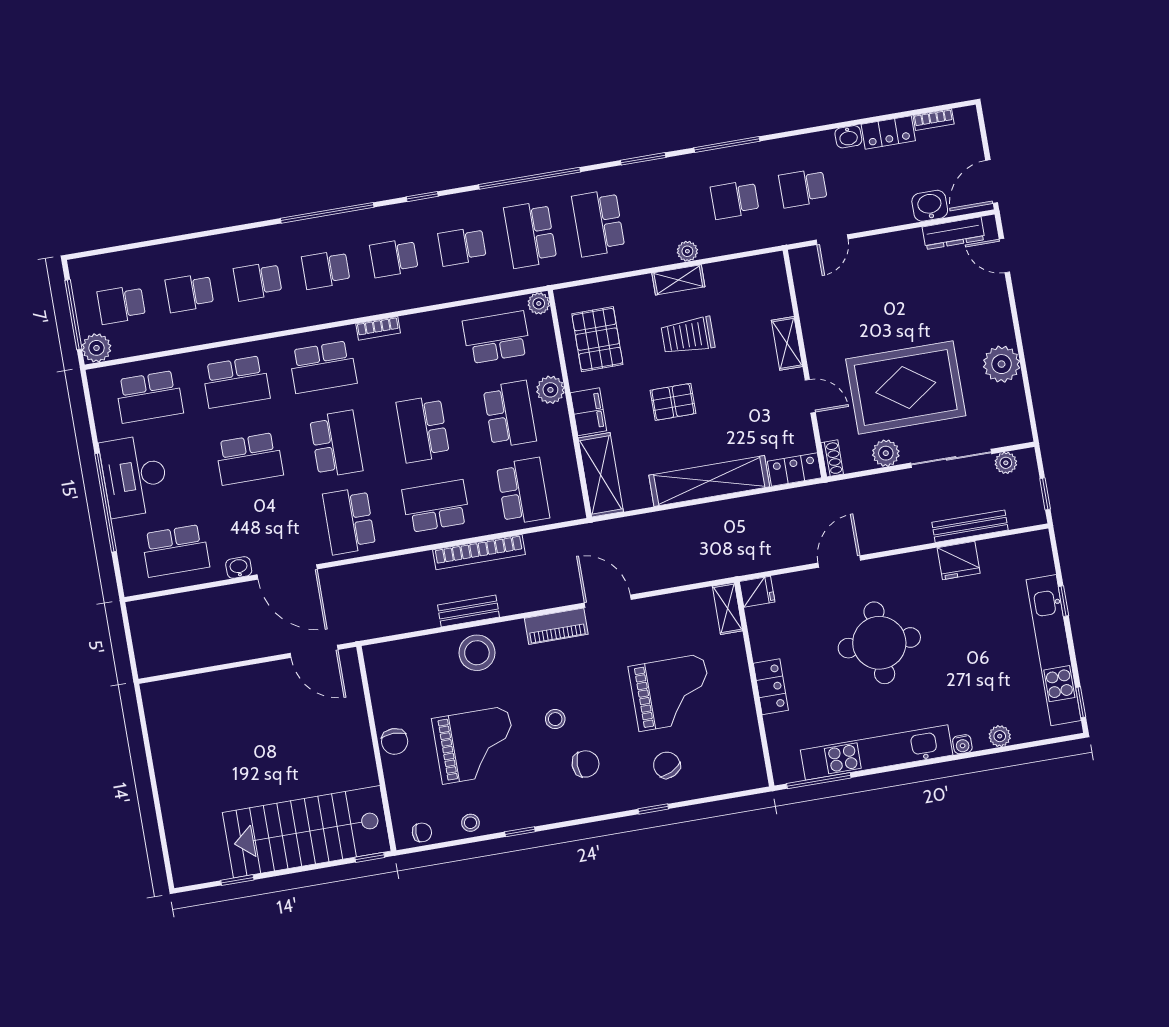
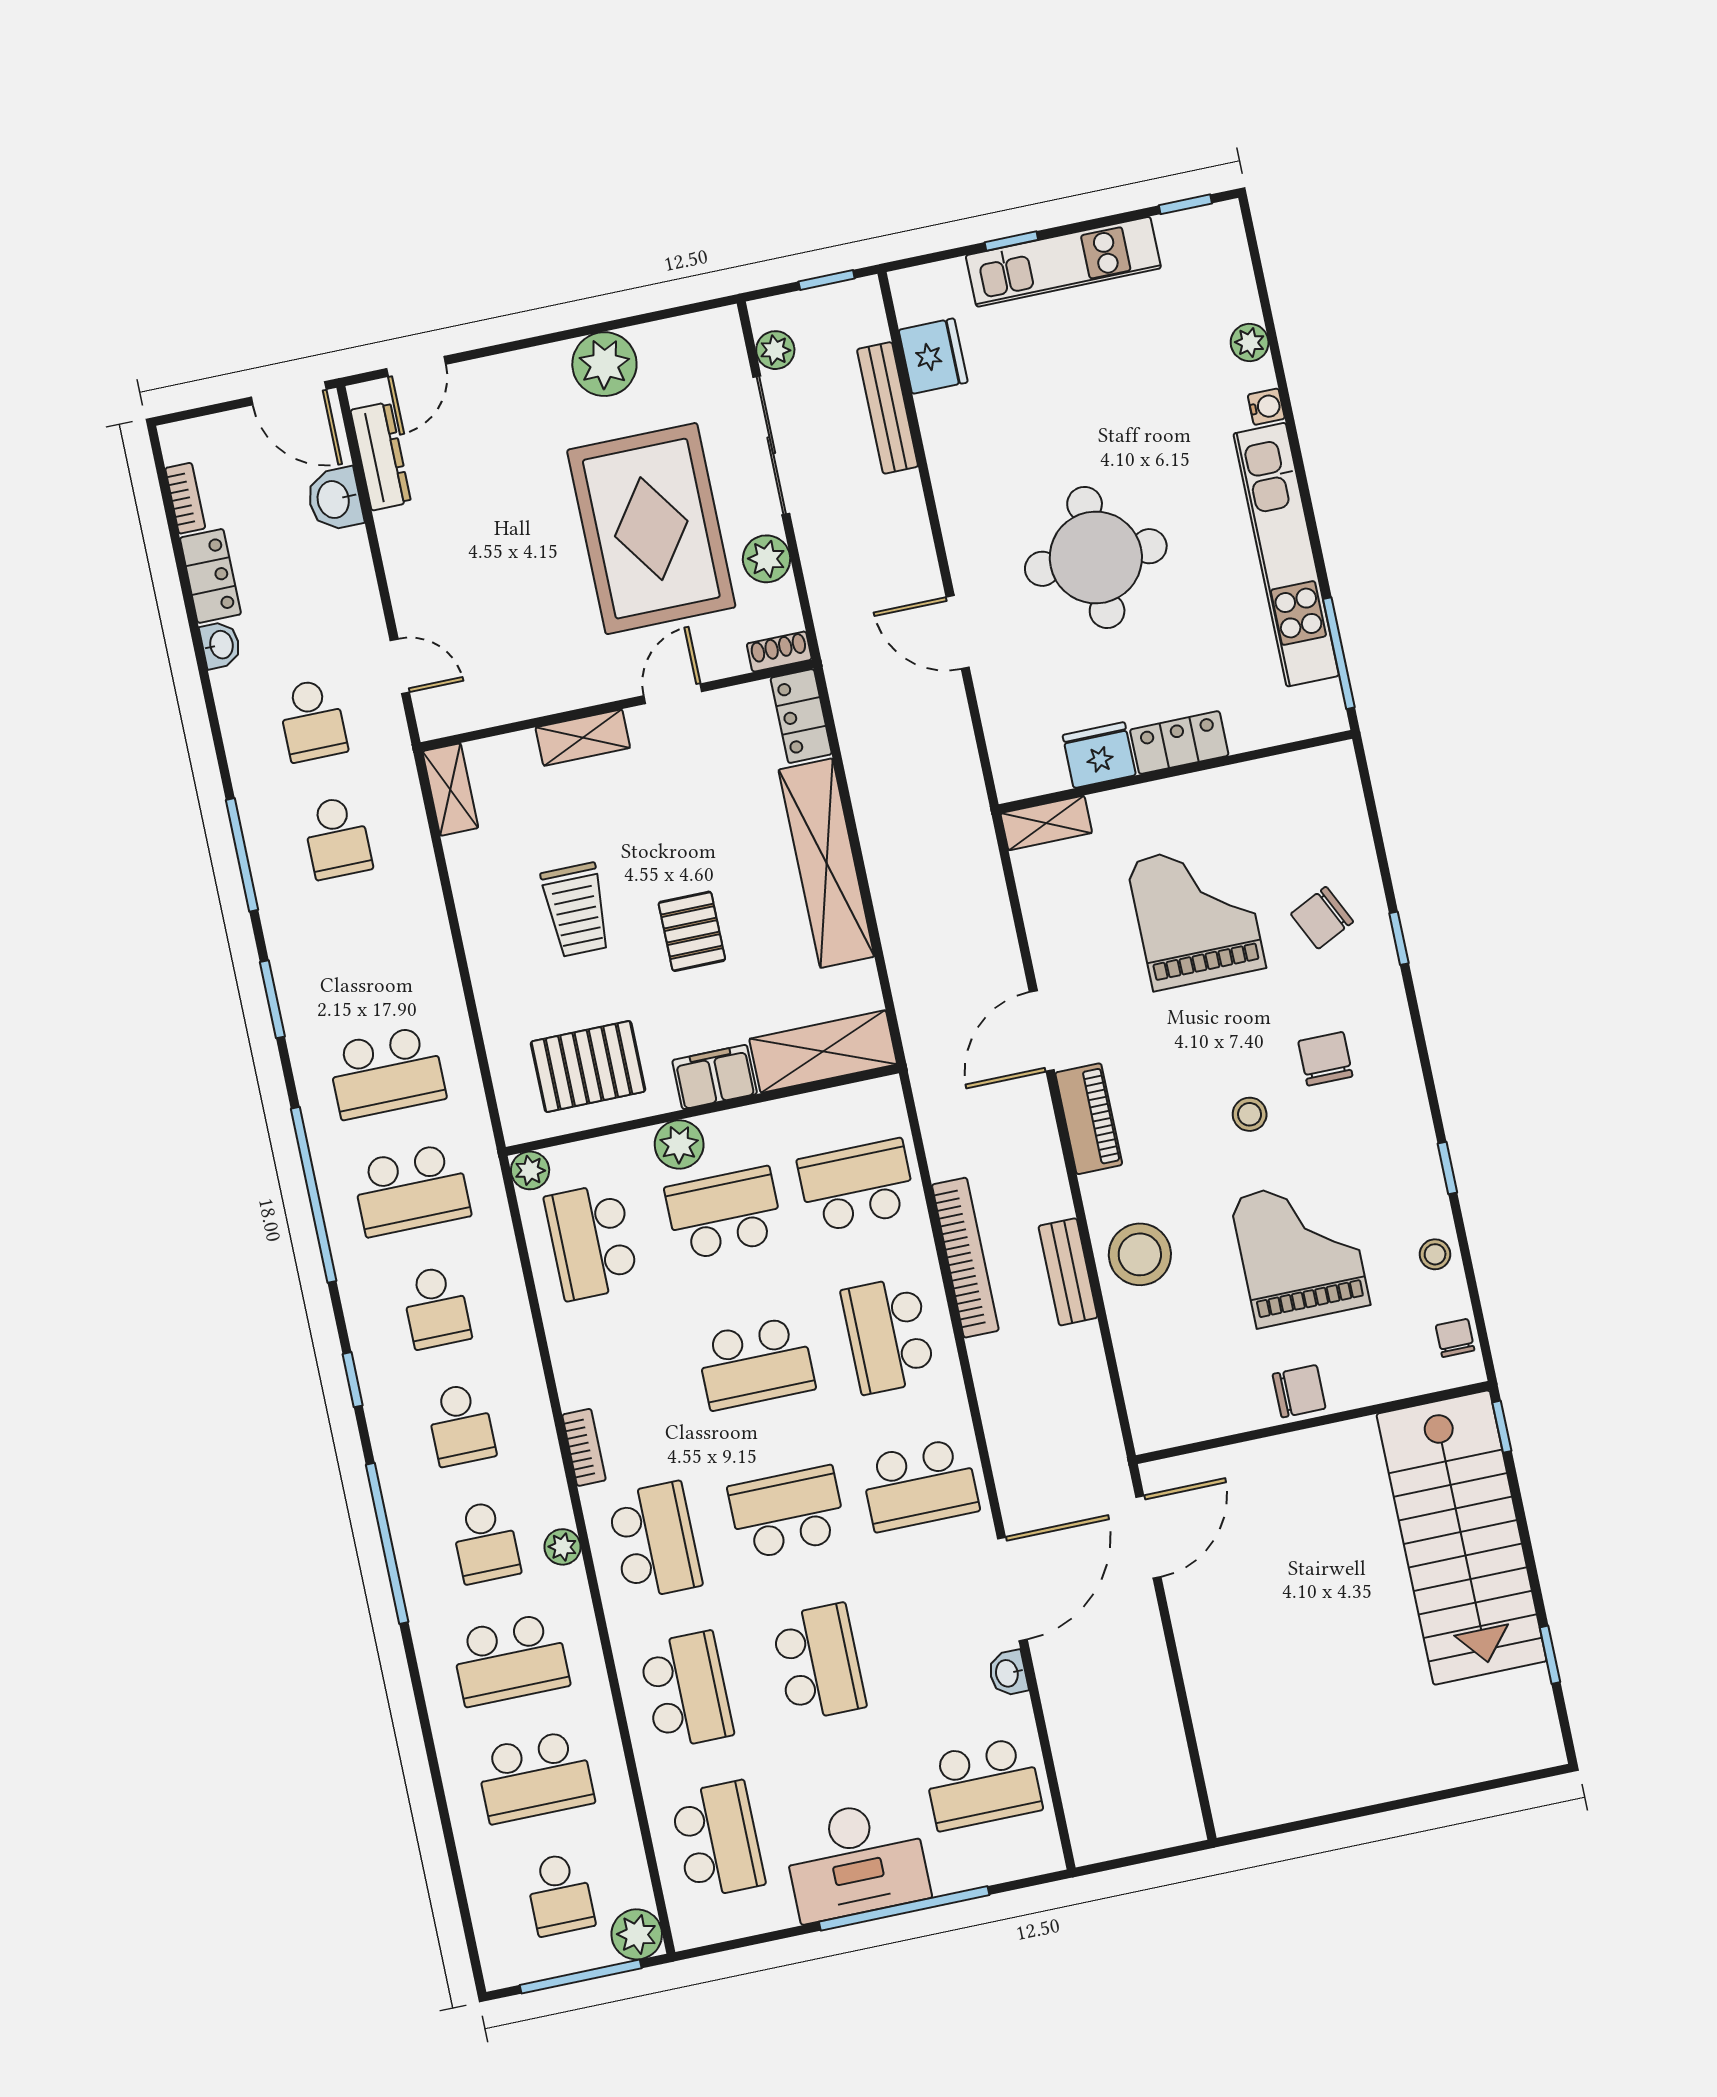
plant: (687, 251) -> (562, 1547), moved
shelving: (678, 280) -> (450, 790), moved
school desk: (258, 281) -> (510, 1659), width x1.85
school desk: (190, 293) -> (535, 1777), width x1.85
school desk: (176, 551) -> (983, 1784), turned 90
fridge: (959, 560) -> (933, 356), moved
fridge: (757, 592) -> (1099, 755), moved, width x1.38
kitchen unit: (1054, 650) -> (1063, 262), width x0.73

